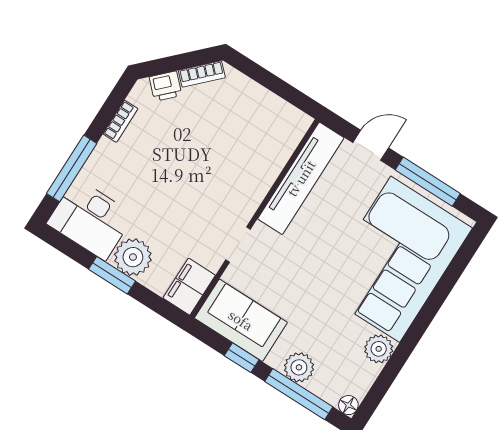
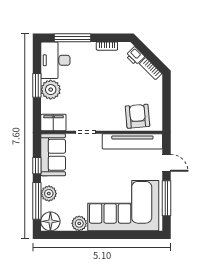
armchair: (265, 144) -> (138, 116), added
floor lamp: (348, 405) -> (50, 221), width x1.89, depth x1.89

